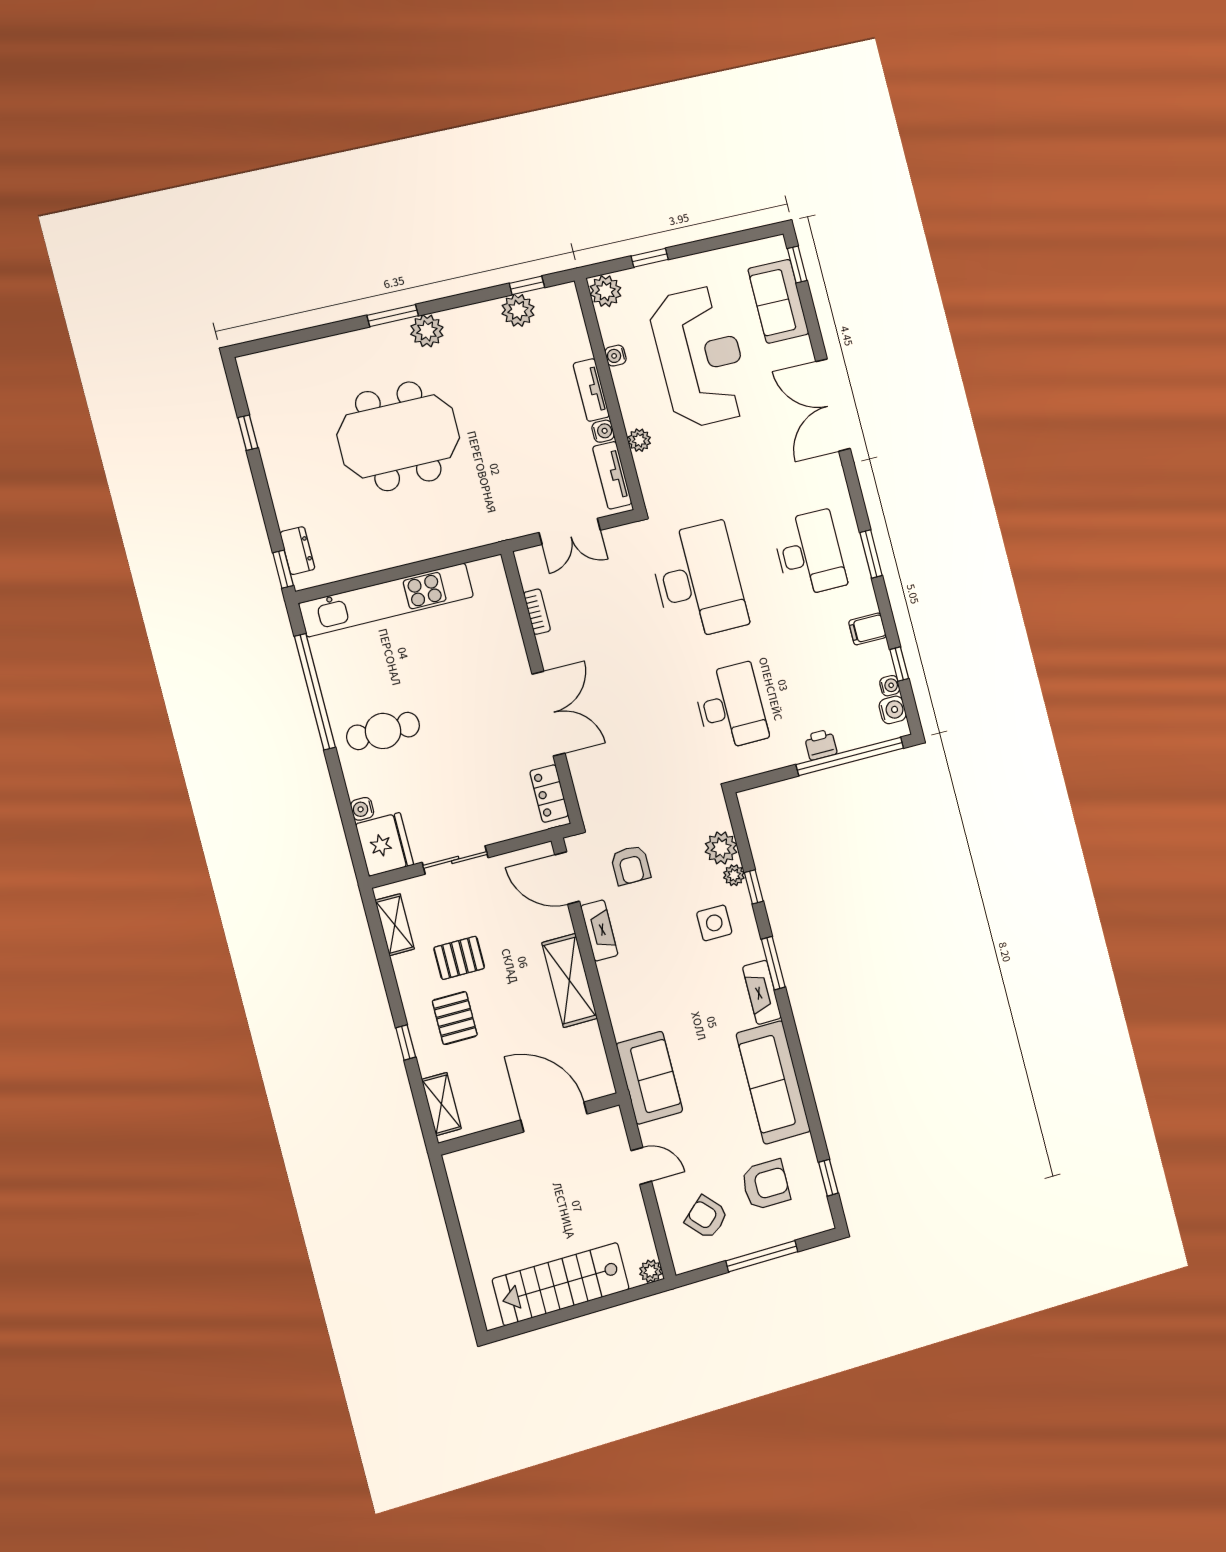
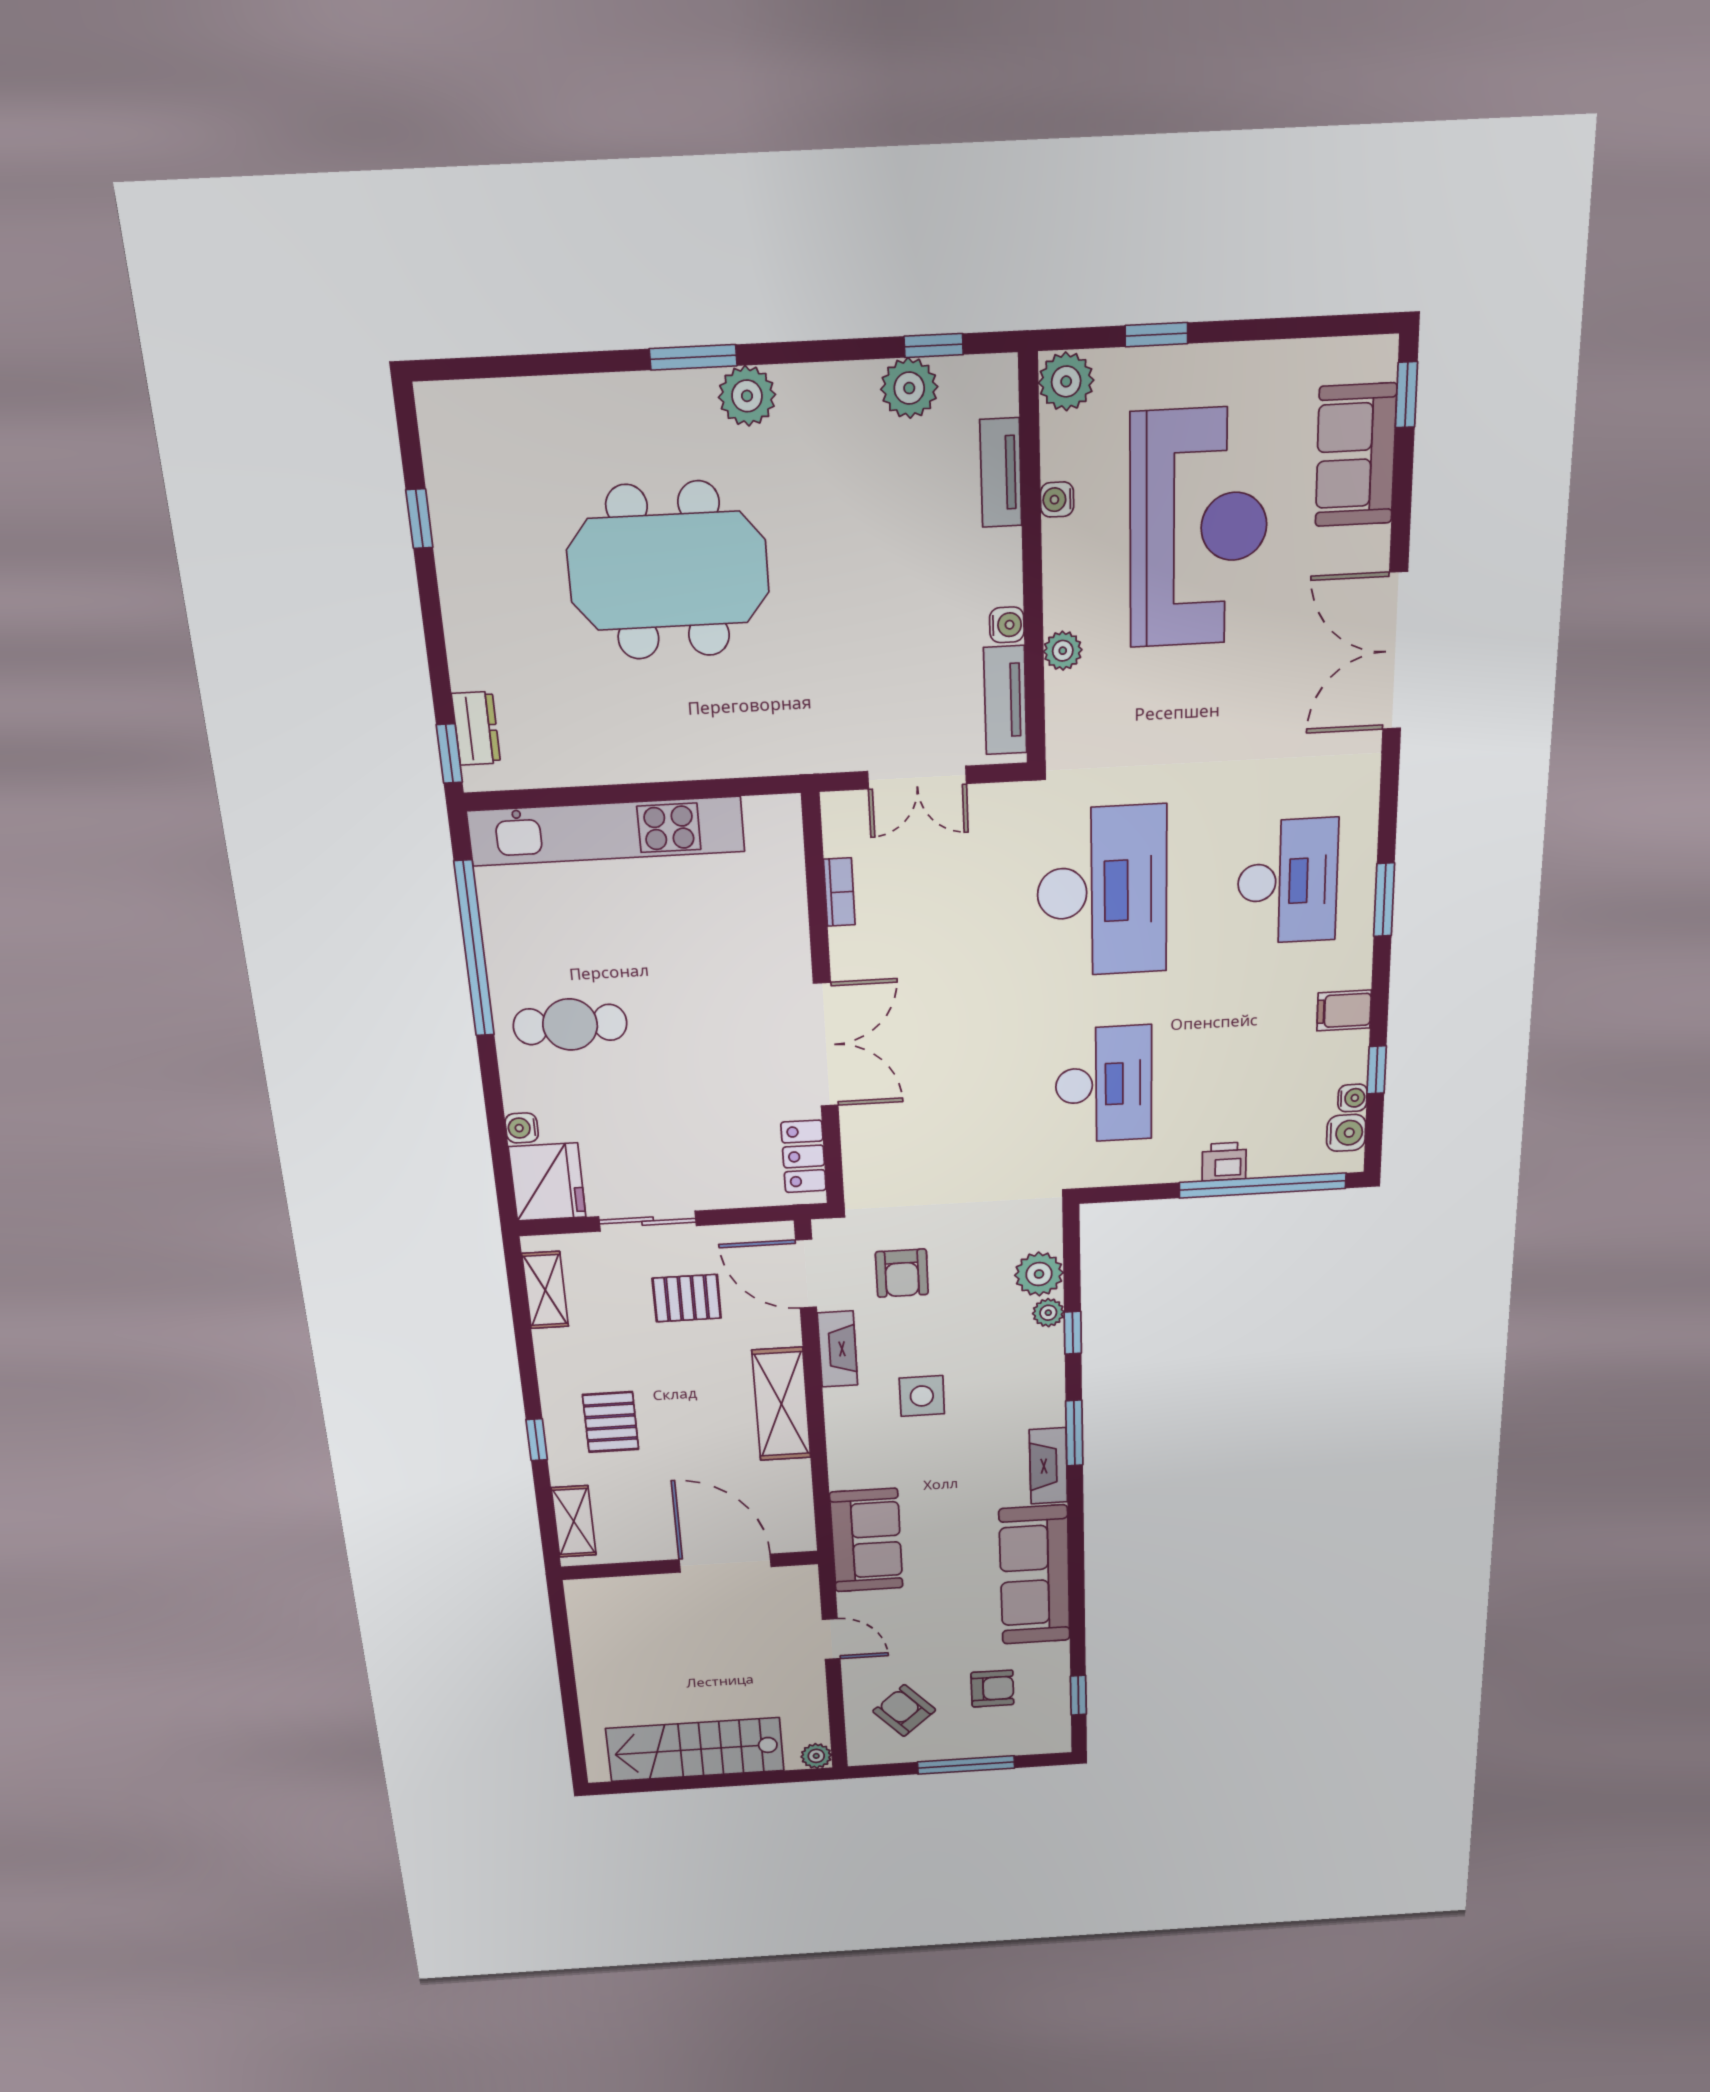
tv unit: (591, 390) -> (1001, 473), moved
side table: (714, 923) -> (922, 1396), moved
pallet: (459, 958) -> (687, 1298), moved
armchair: (766, 1185) -> (992, 1689), width x0.72, depth x0.72

